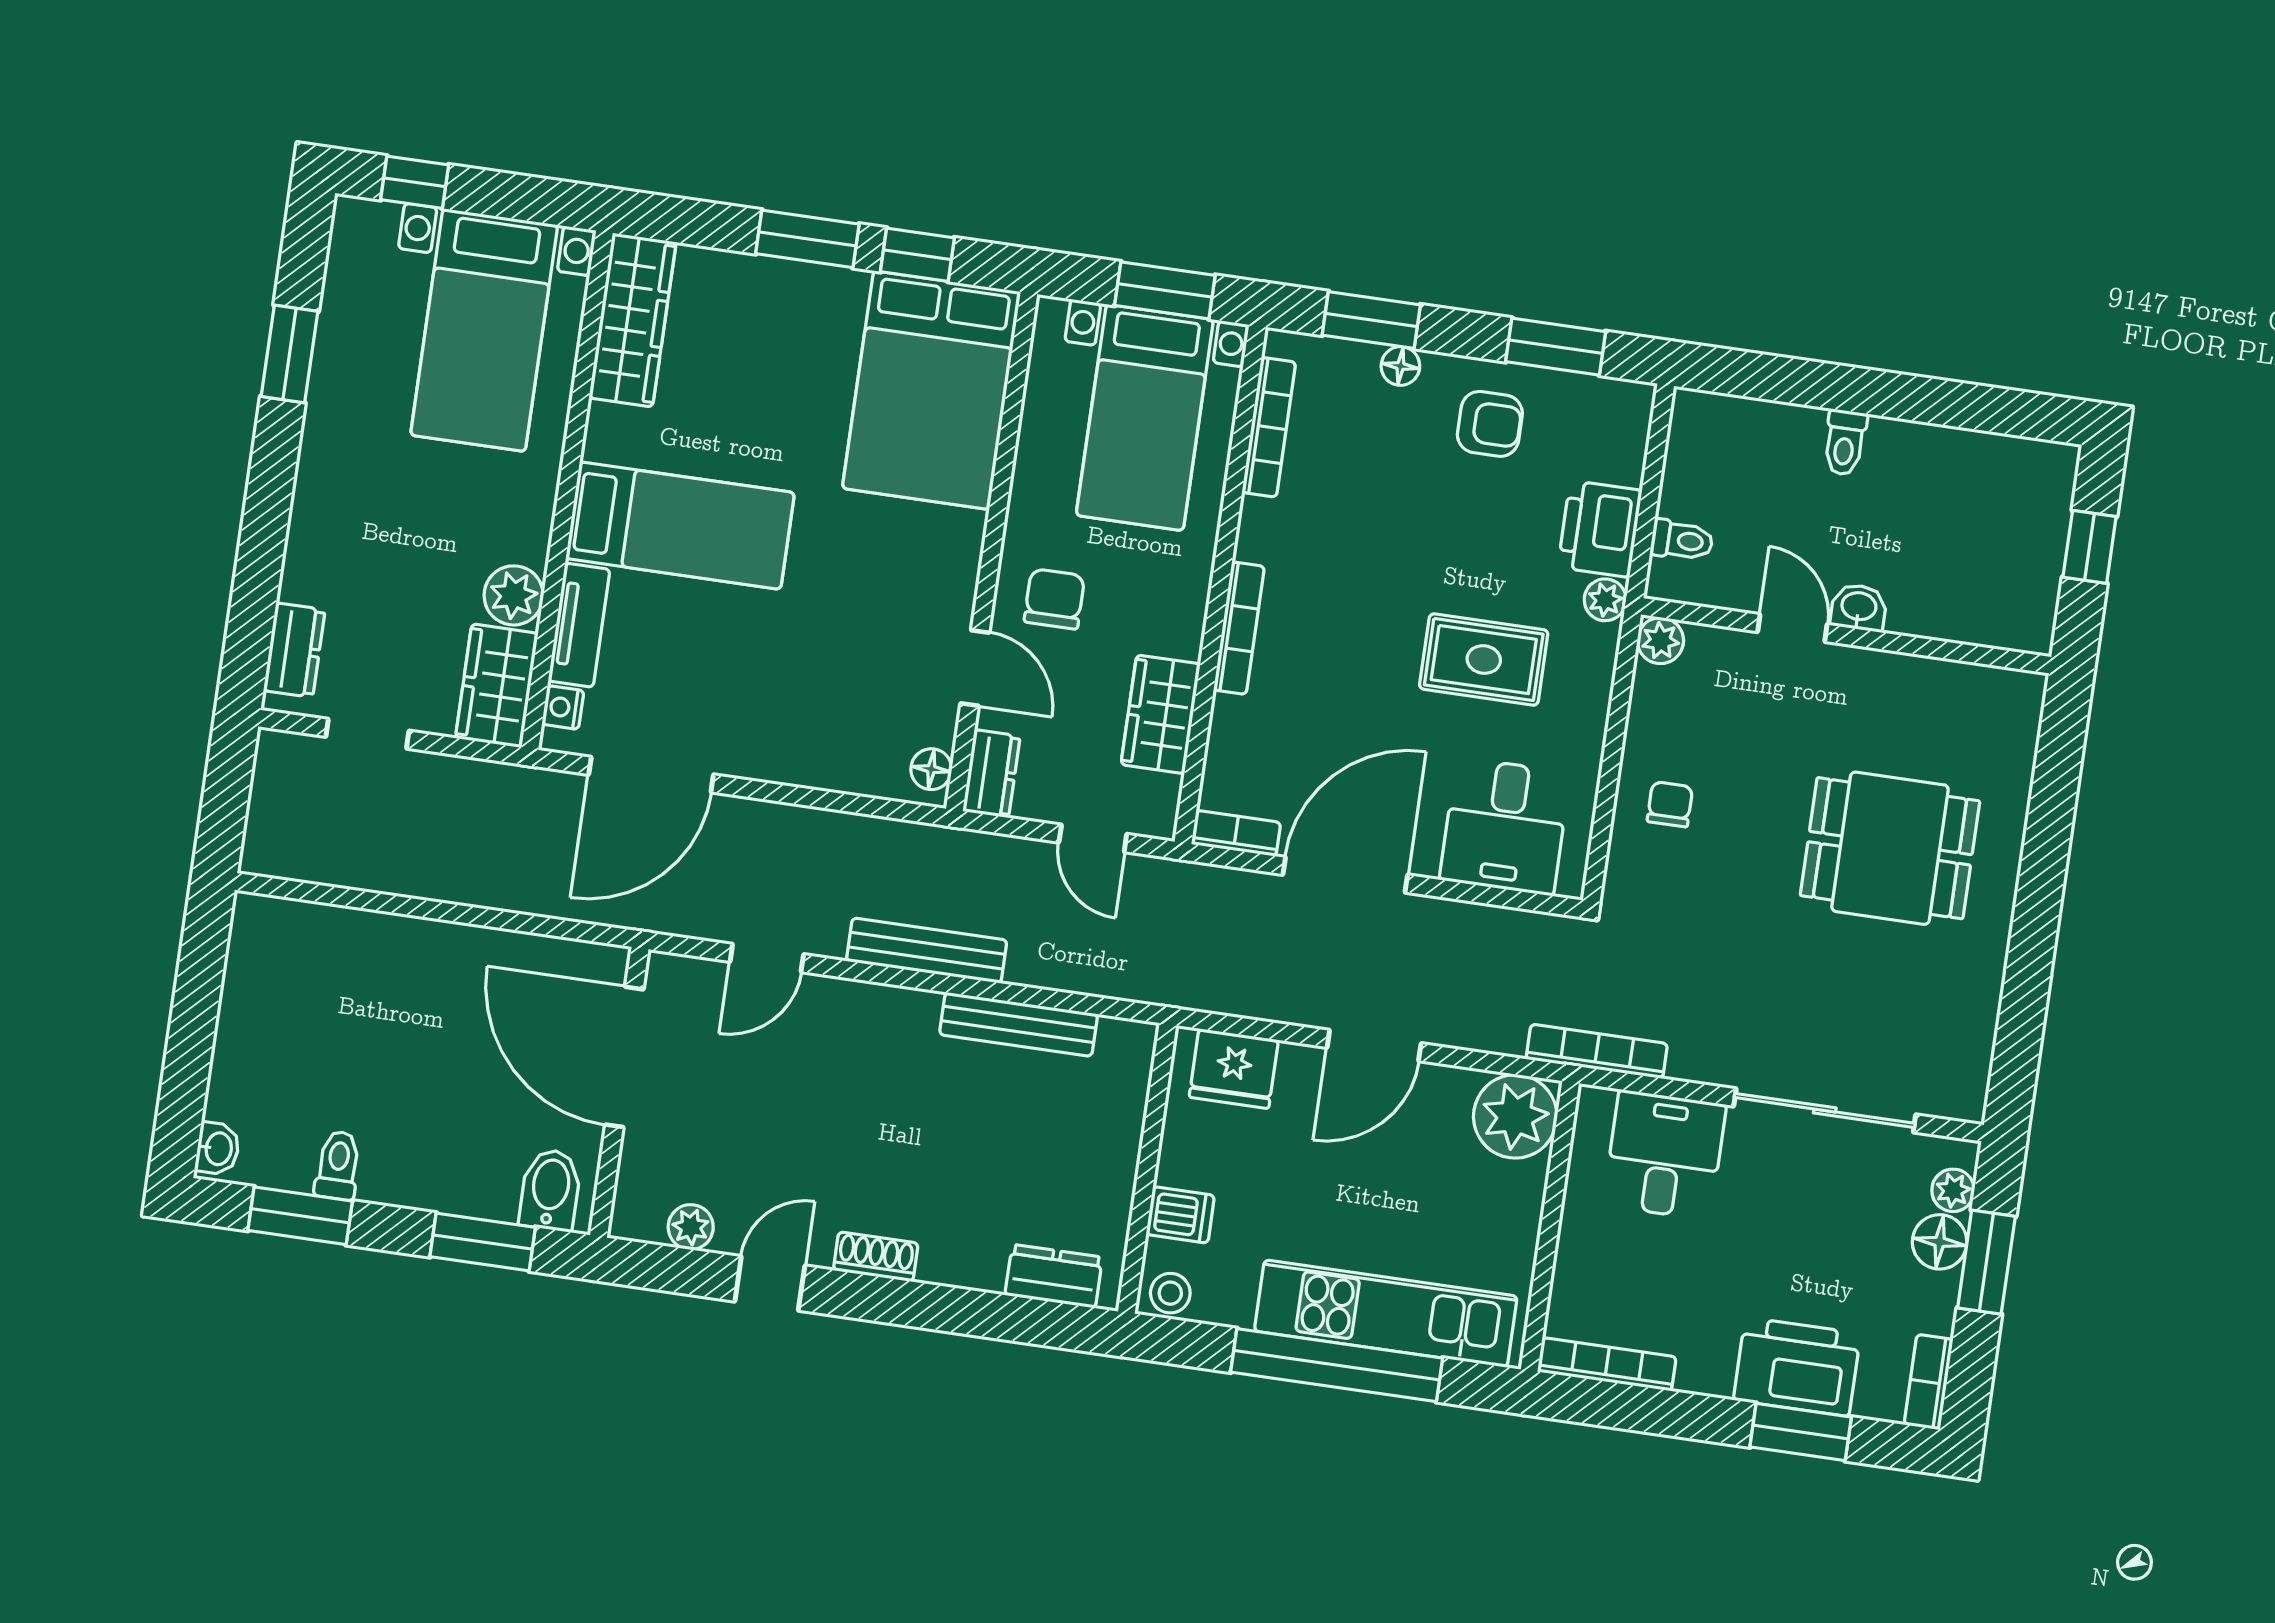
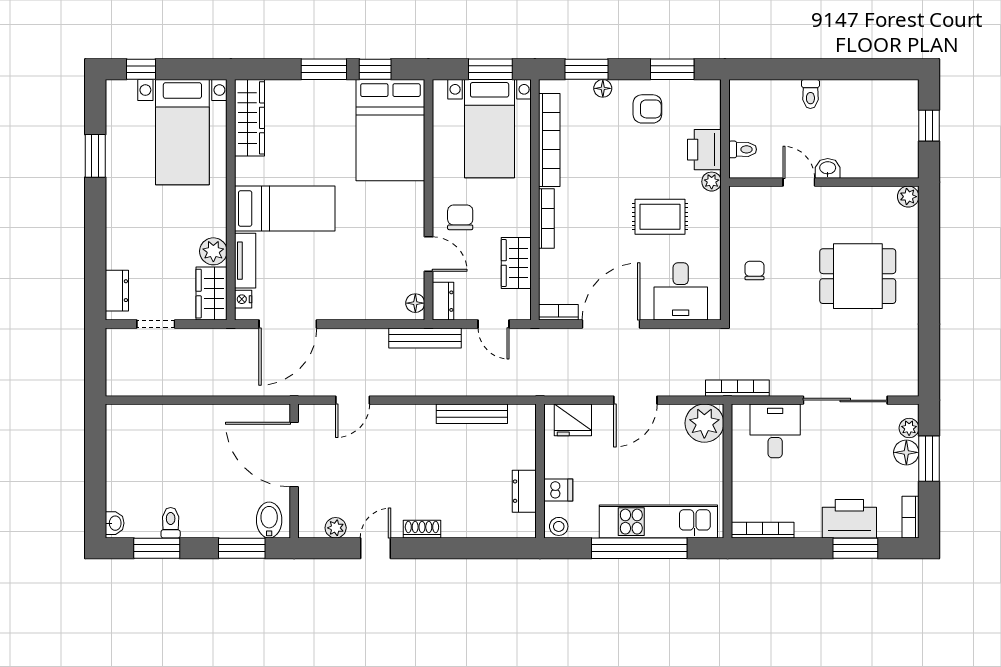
bookcase: (1269, 427) -> (549, 140), width x1.48, depth x1.31
plant: (1660, 641) -> (908, 197), moved
bench: (927, 951) -> (425, 338), moved
dresser: (1054, 1276) -> (524, 491), moved, turned -90

